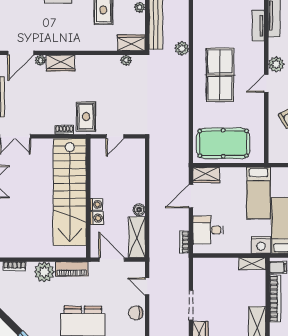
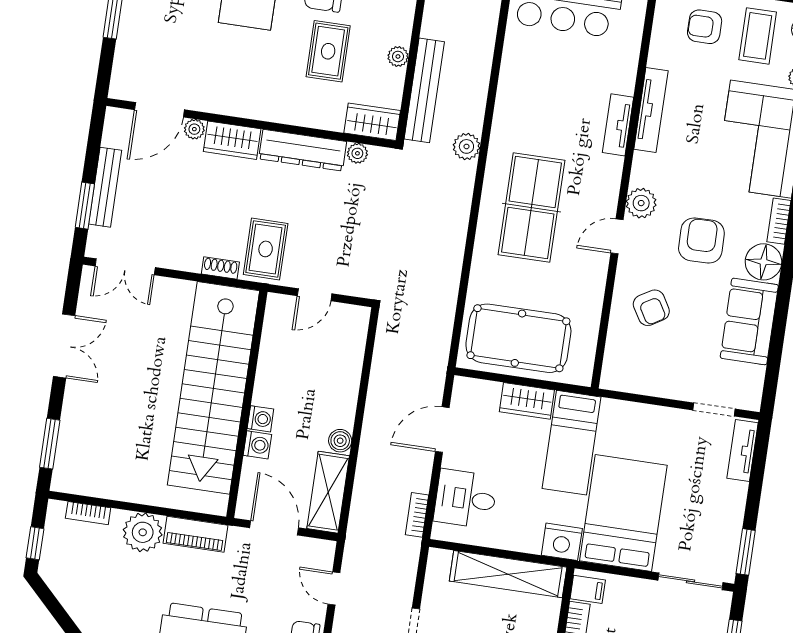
dresser: (98, 63) -> (303, 150), added
wardrobe: (206, 175) -> (527, 401), moved
shelving: (252, 264) -> (508, 574), width x2.20, depth x1.33

